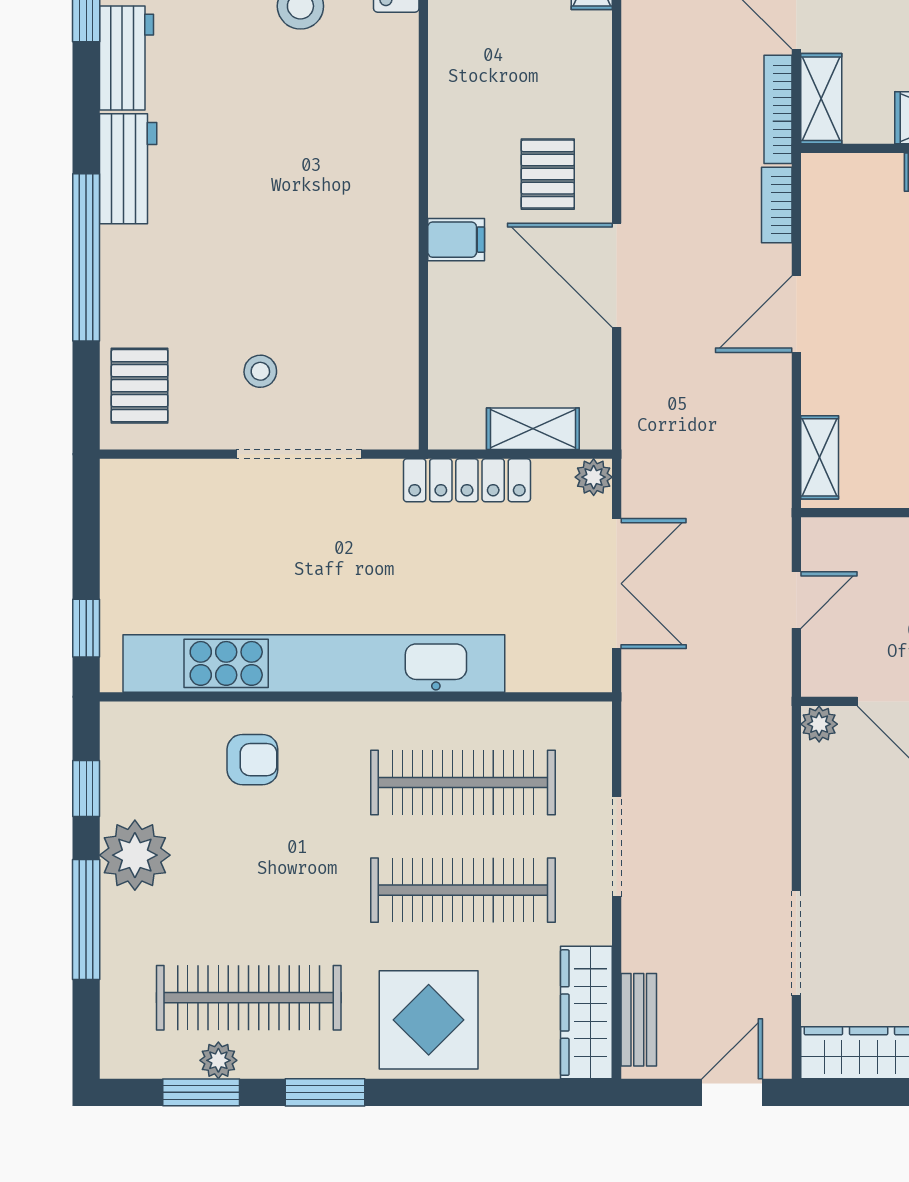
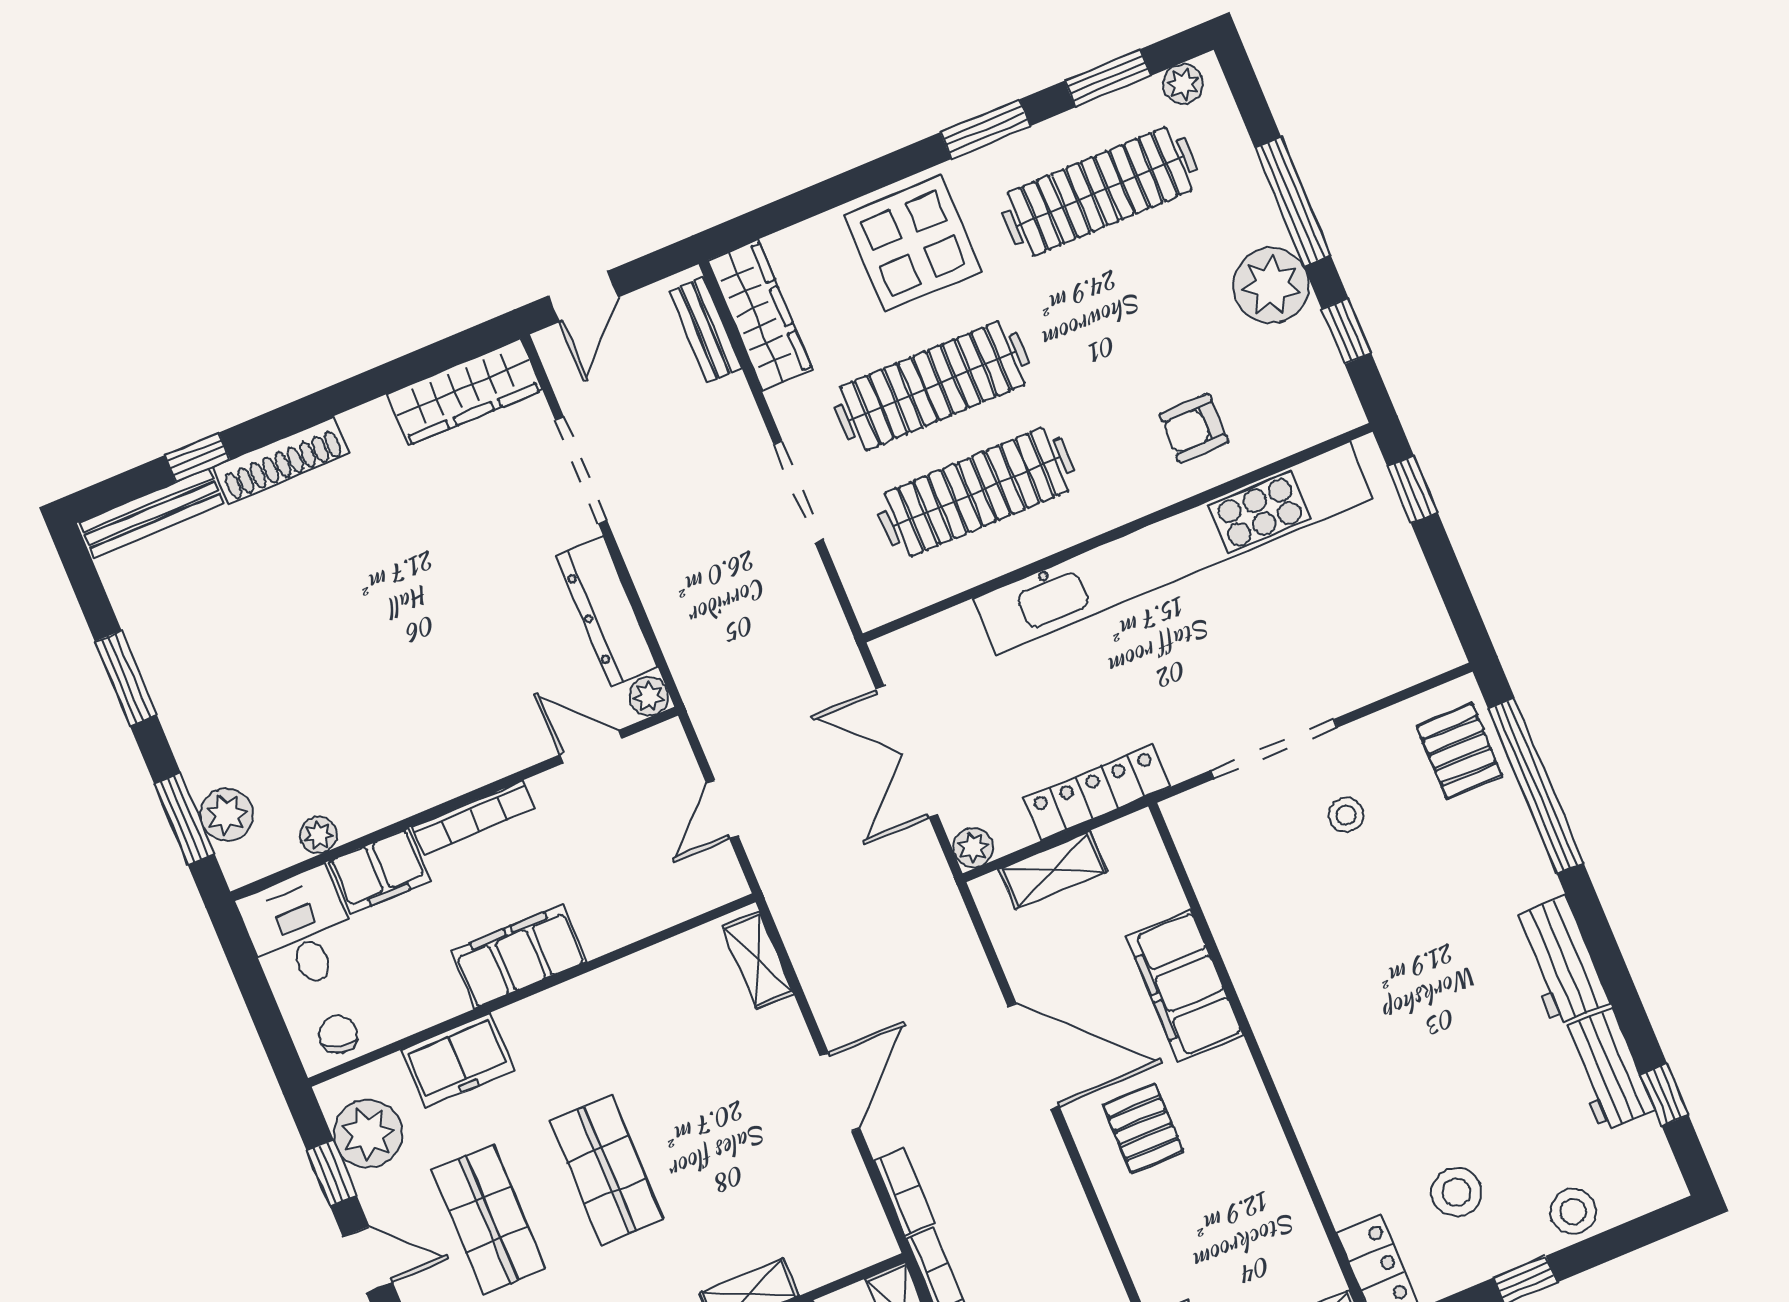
filing cabinet: (456, 240) -> (1185, 986), width x3.00, depth x1.17
window: (86, 257) -> (1536, 786), moved
dresser: (825, 812) -> (607, 611), added
plant: (218, 1060) -> (1183, 84), moved

